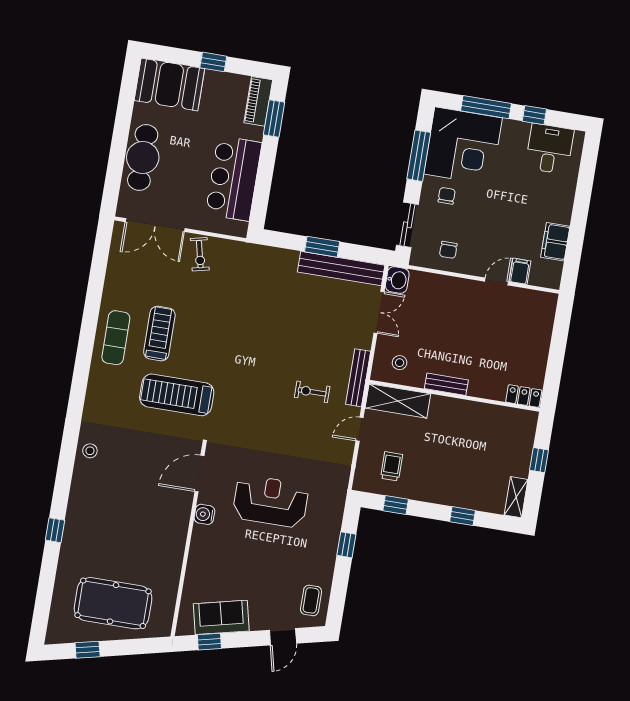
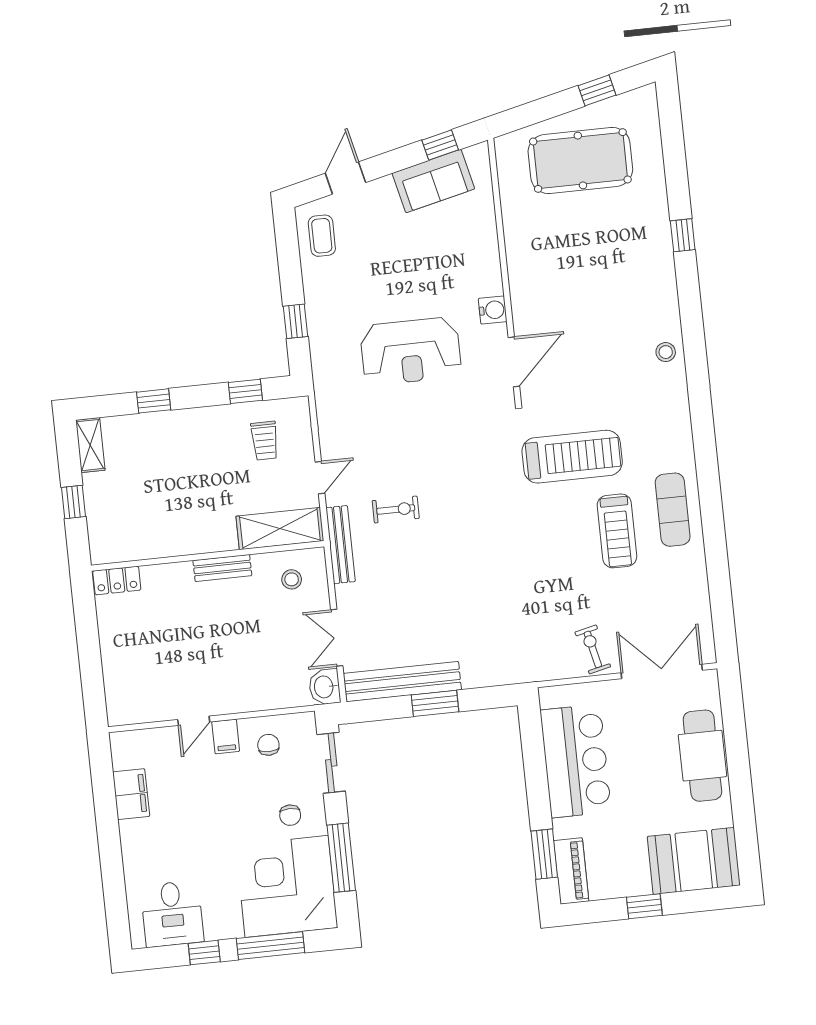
filing cabinet: (520, 271) -> (226, 736), moved

